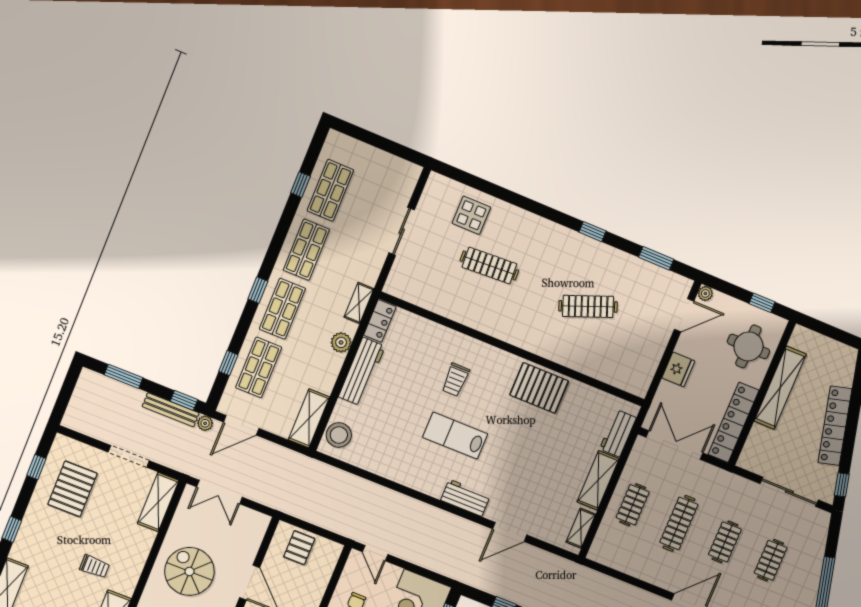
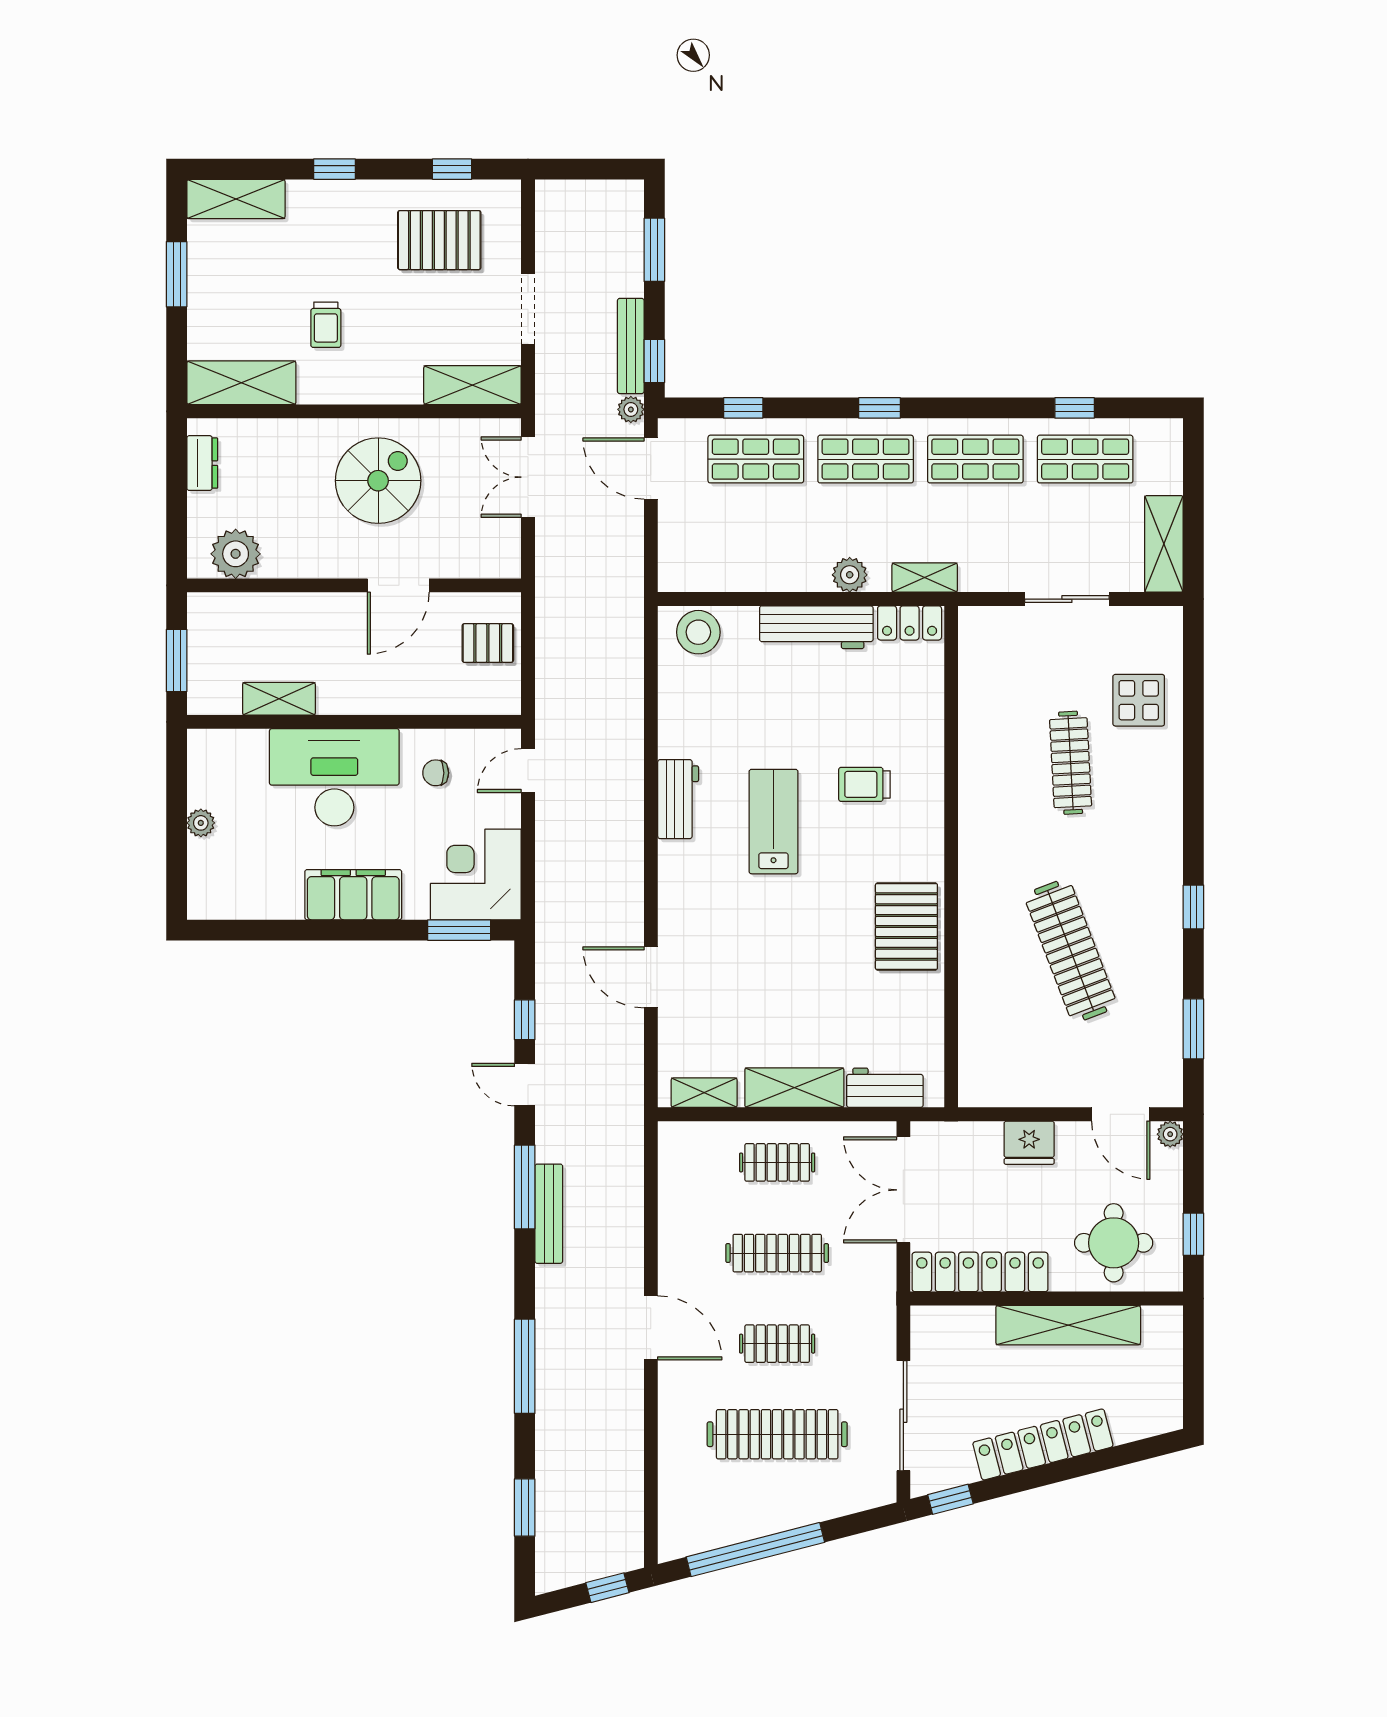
clothes rail: (588, 306) -> (1071, 951), width x1.37, depth x1.31
shelving: (309, 418) -> (1164, 544), moved, turned 90
double door: (675, 445) -> (903, 1190), swing flipped
workbench: (465, 498) -> (678, 799), moved
clothes rail: (771, 560) -> (777, 1434), width x1.86, depth x1.31

